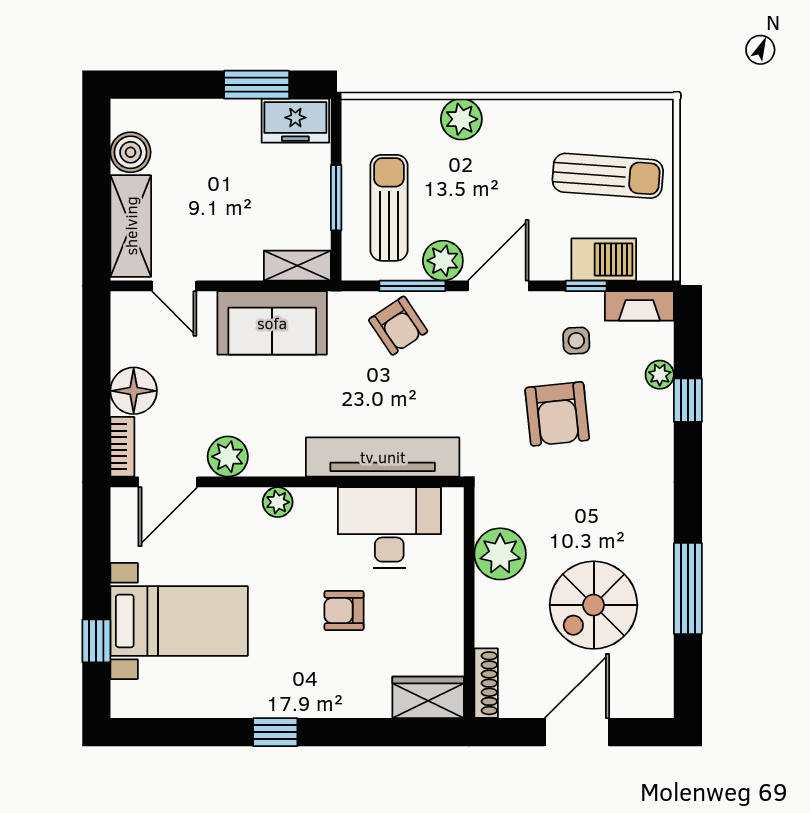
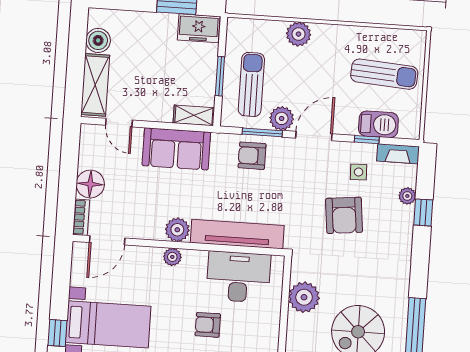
armchair: (398, 326) -> (252, 156), turned 124
plant: (228, 457) -> (177, 230), moved

